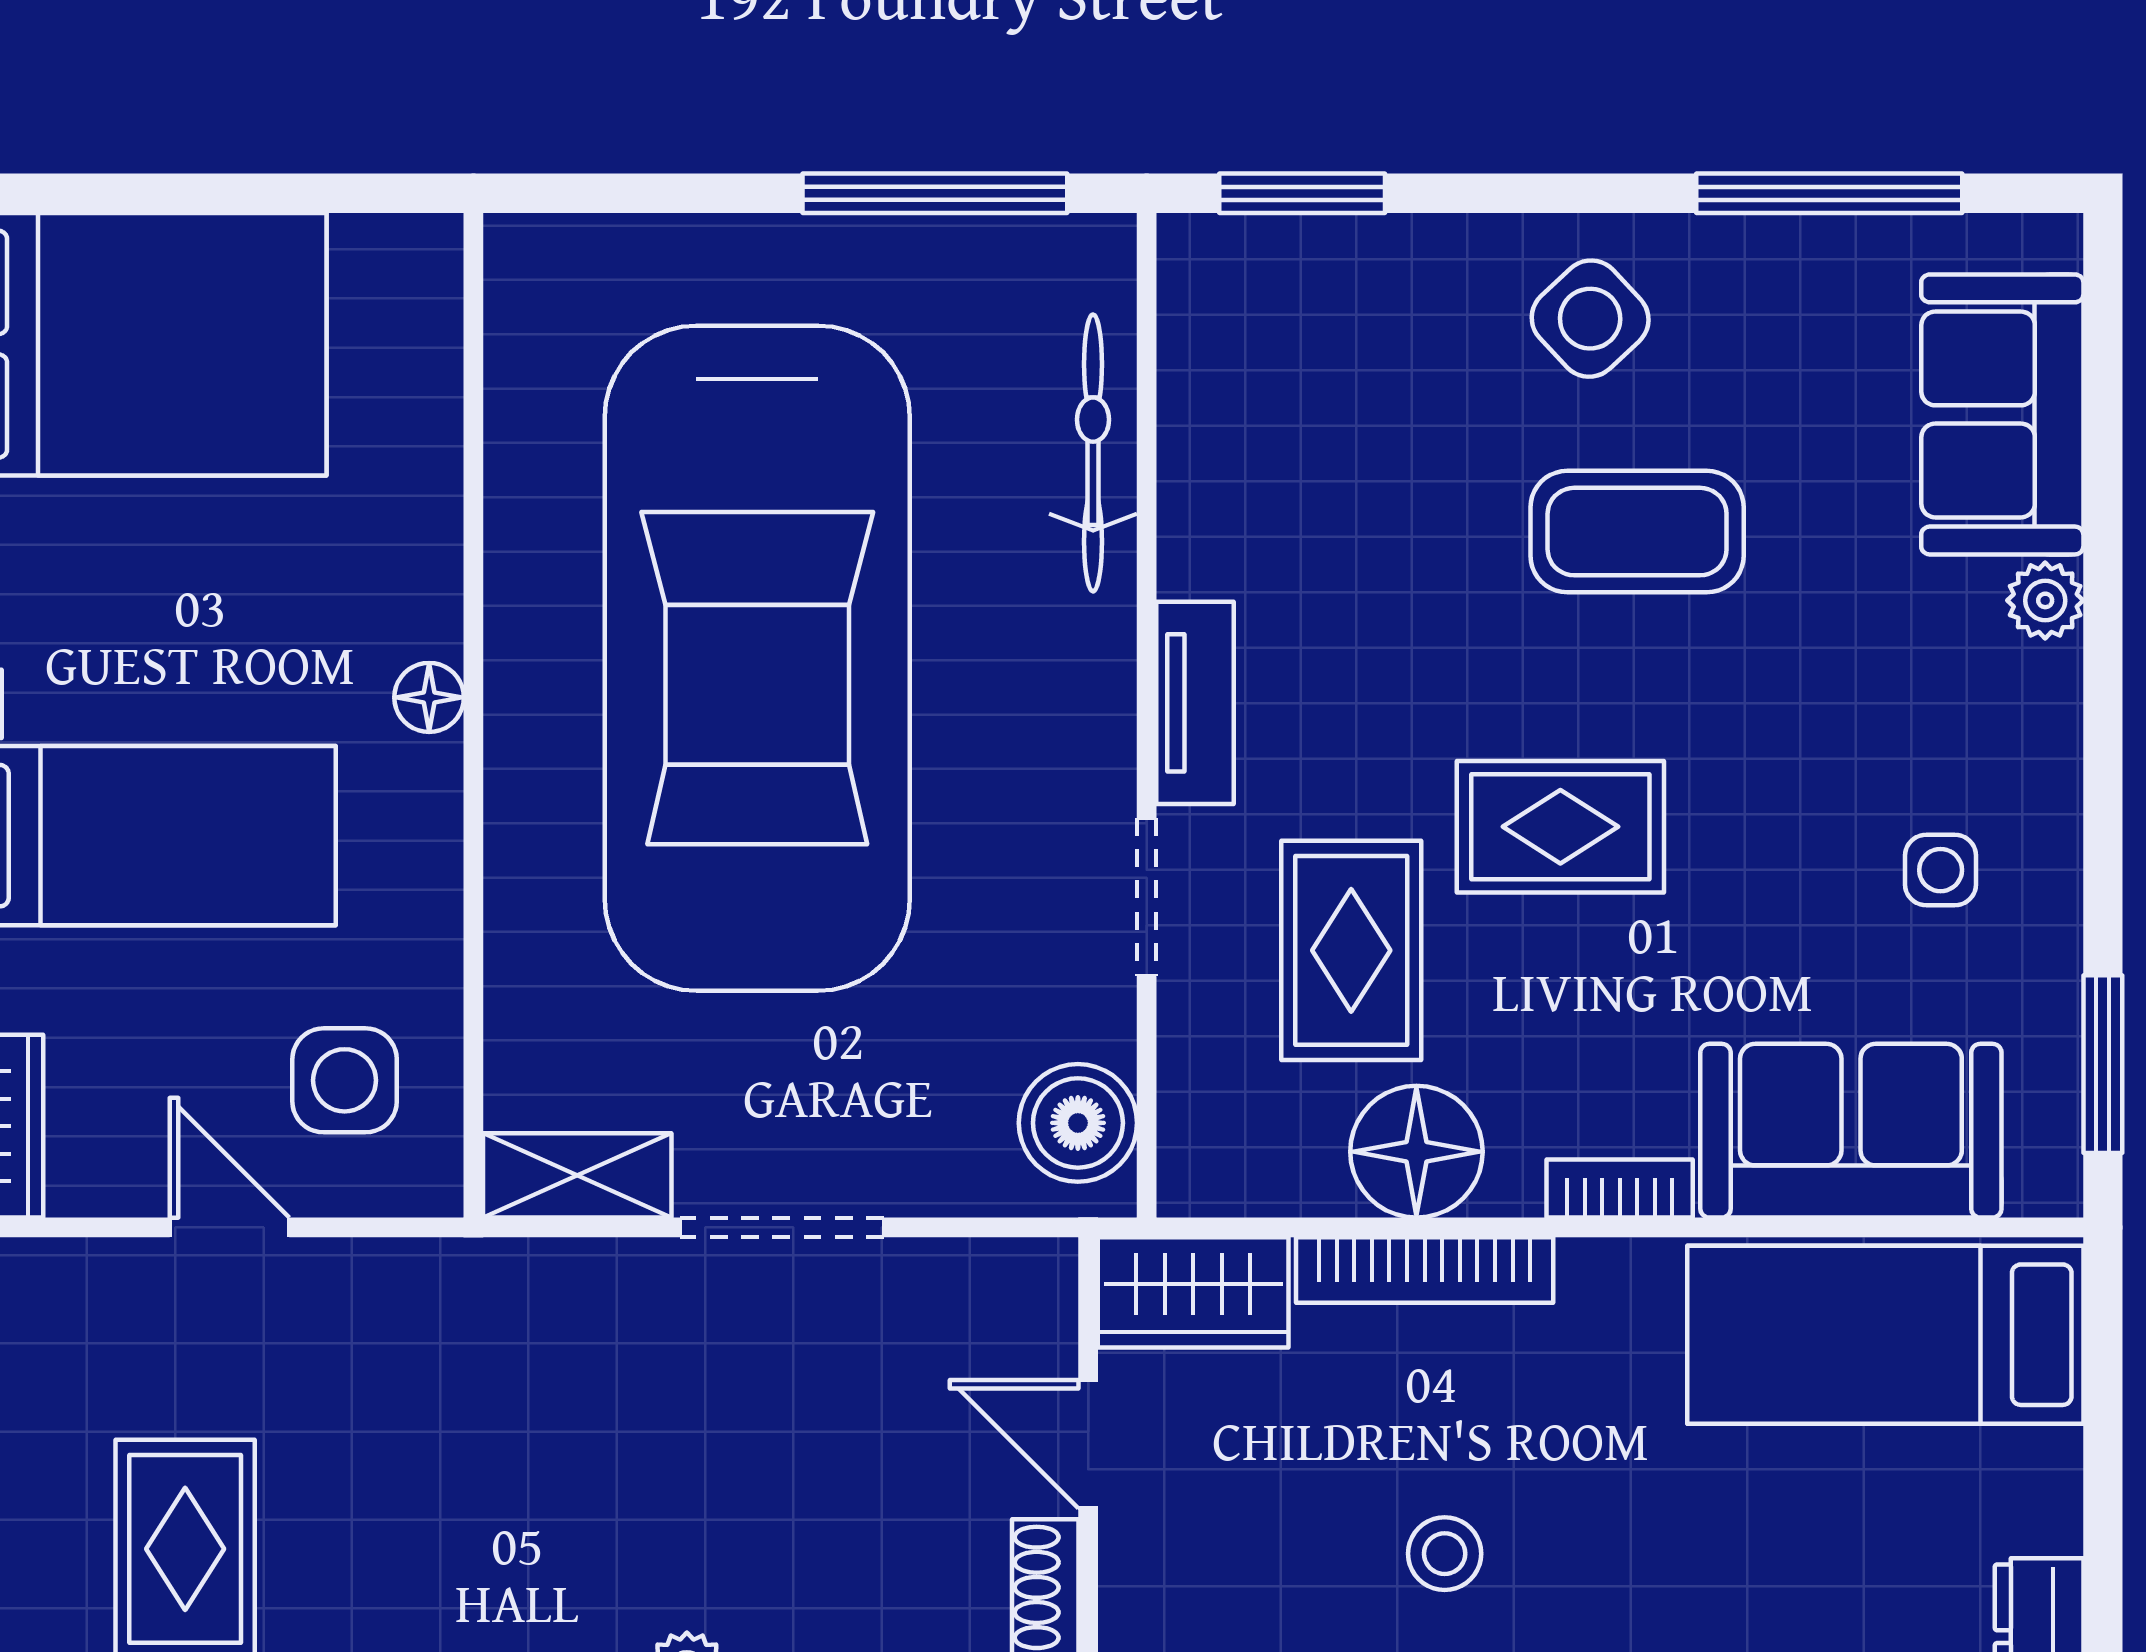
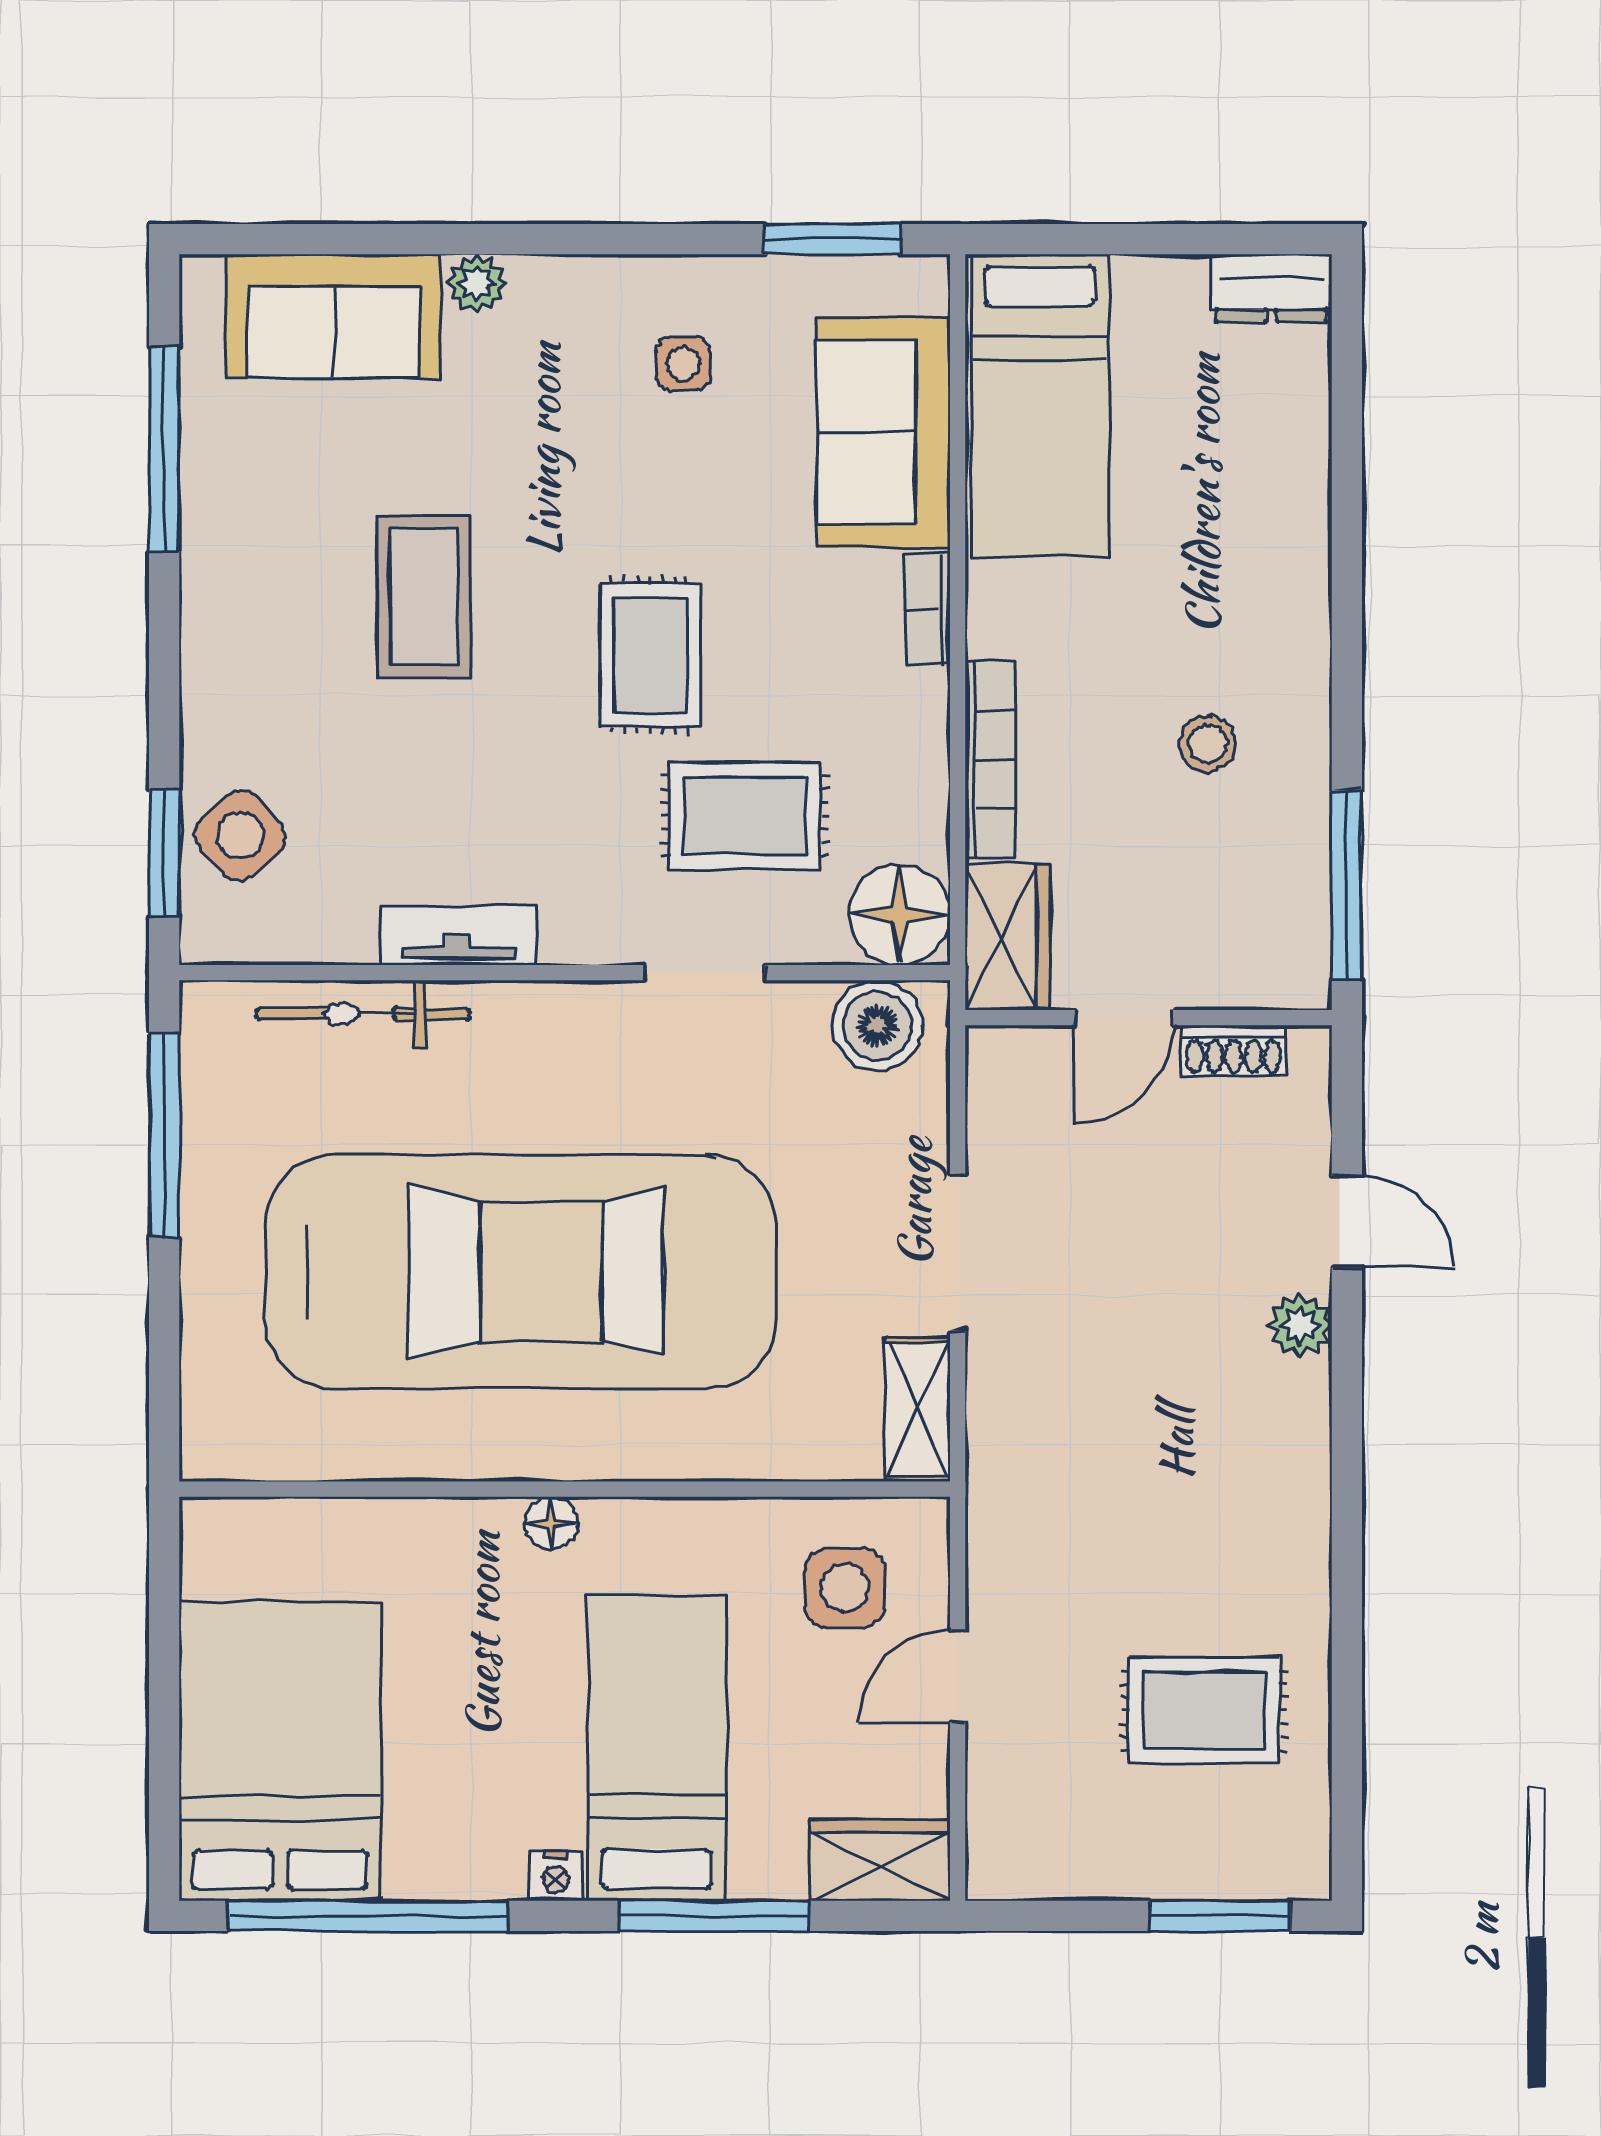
side table: (1590, 319) -> (240, 836), moved
tv unit: (1195, 703) -> (458, 936), moved
floor lamp: (1416, 1152) -> (899, 914), moved

